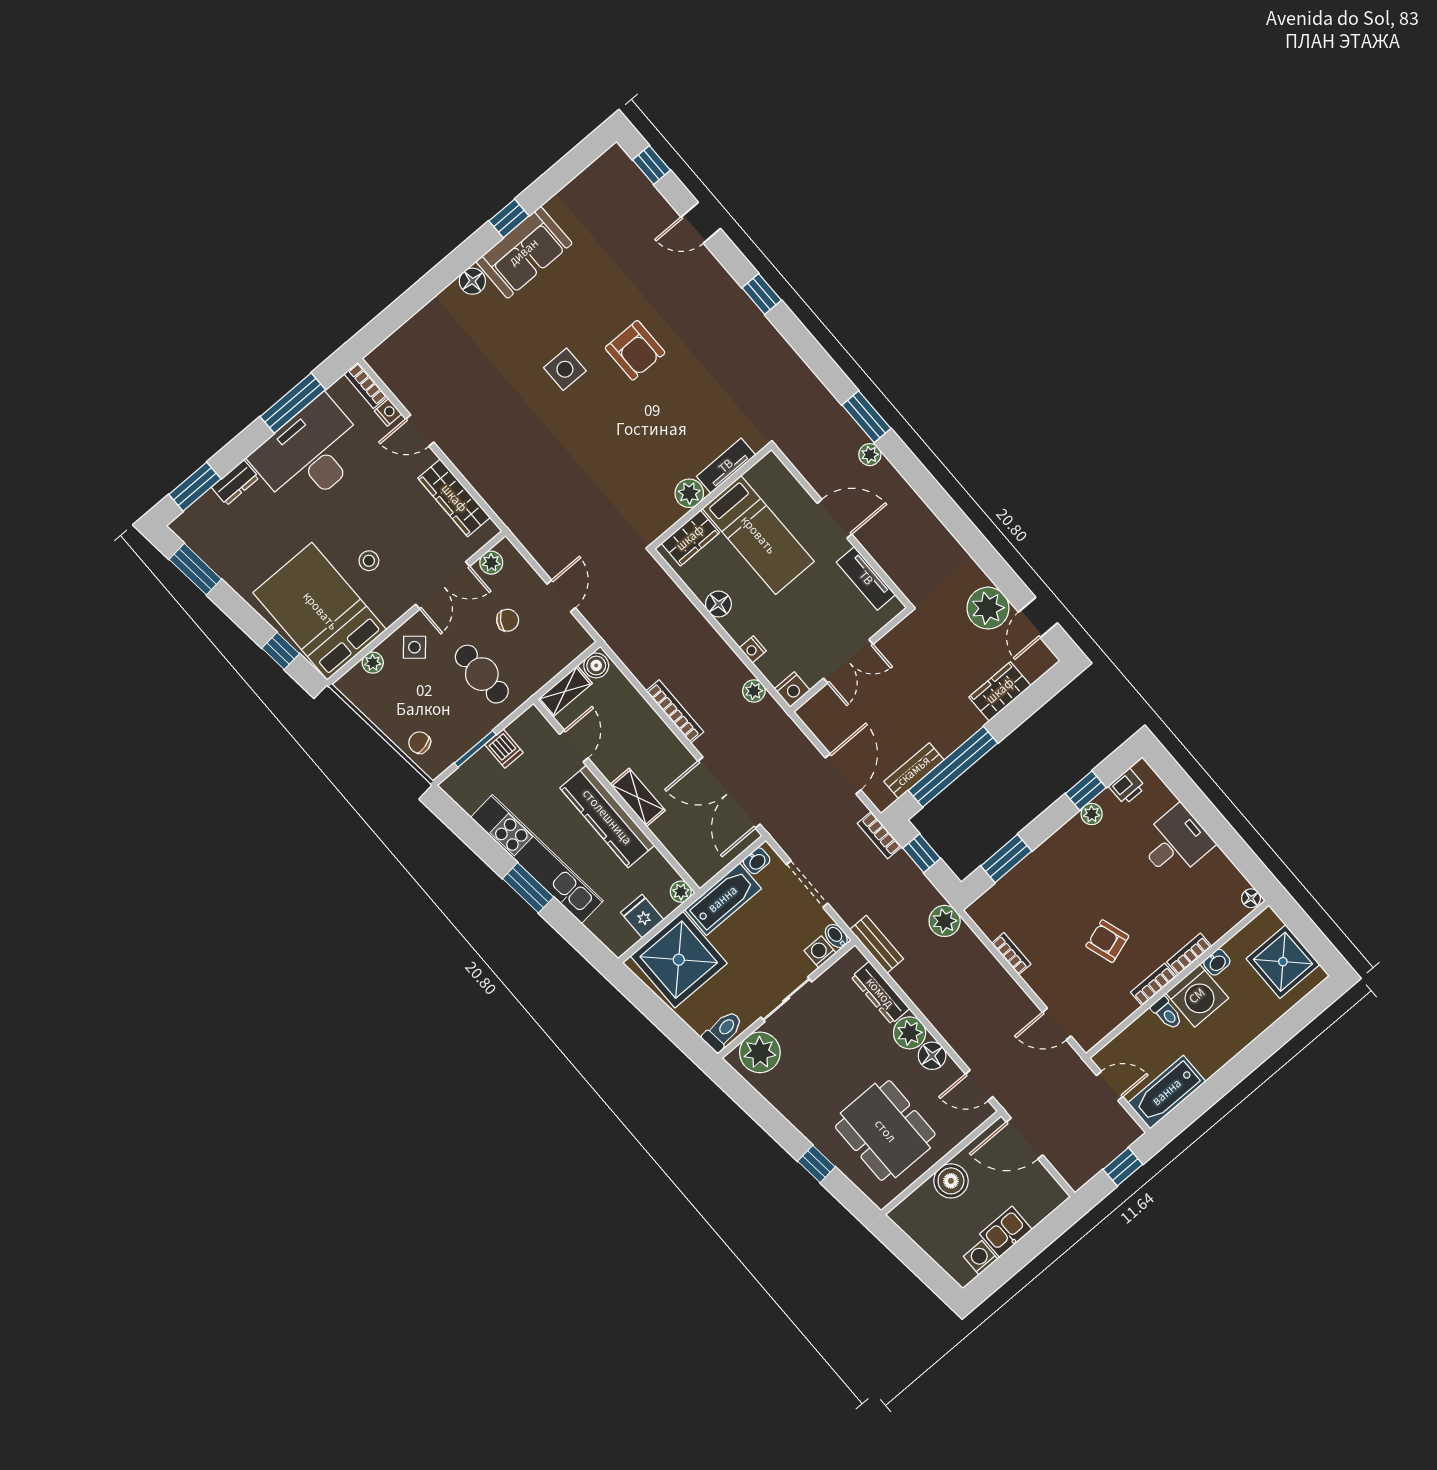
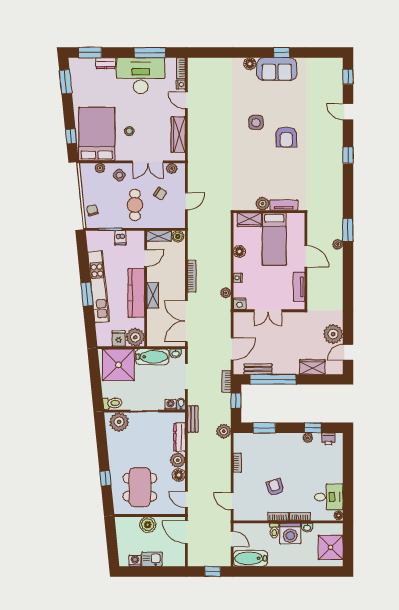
desk: (1176, 843) -> (329, 497), moved
plant: (681, 892) -> (135, 337), width x1.88, depth x1.88

